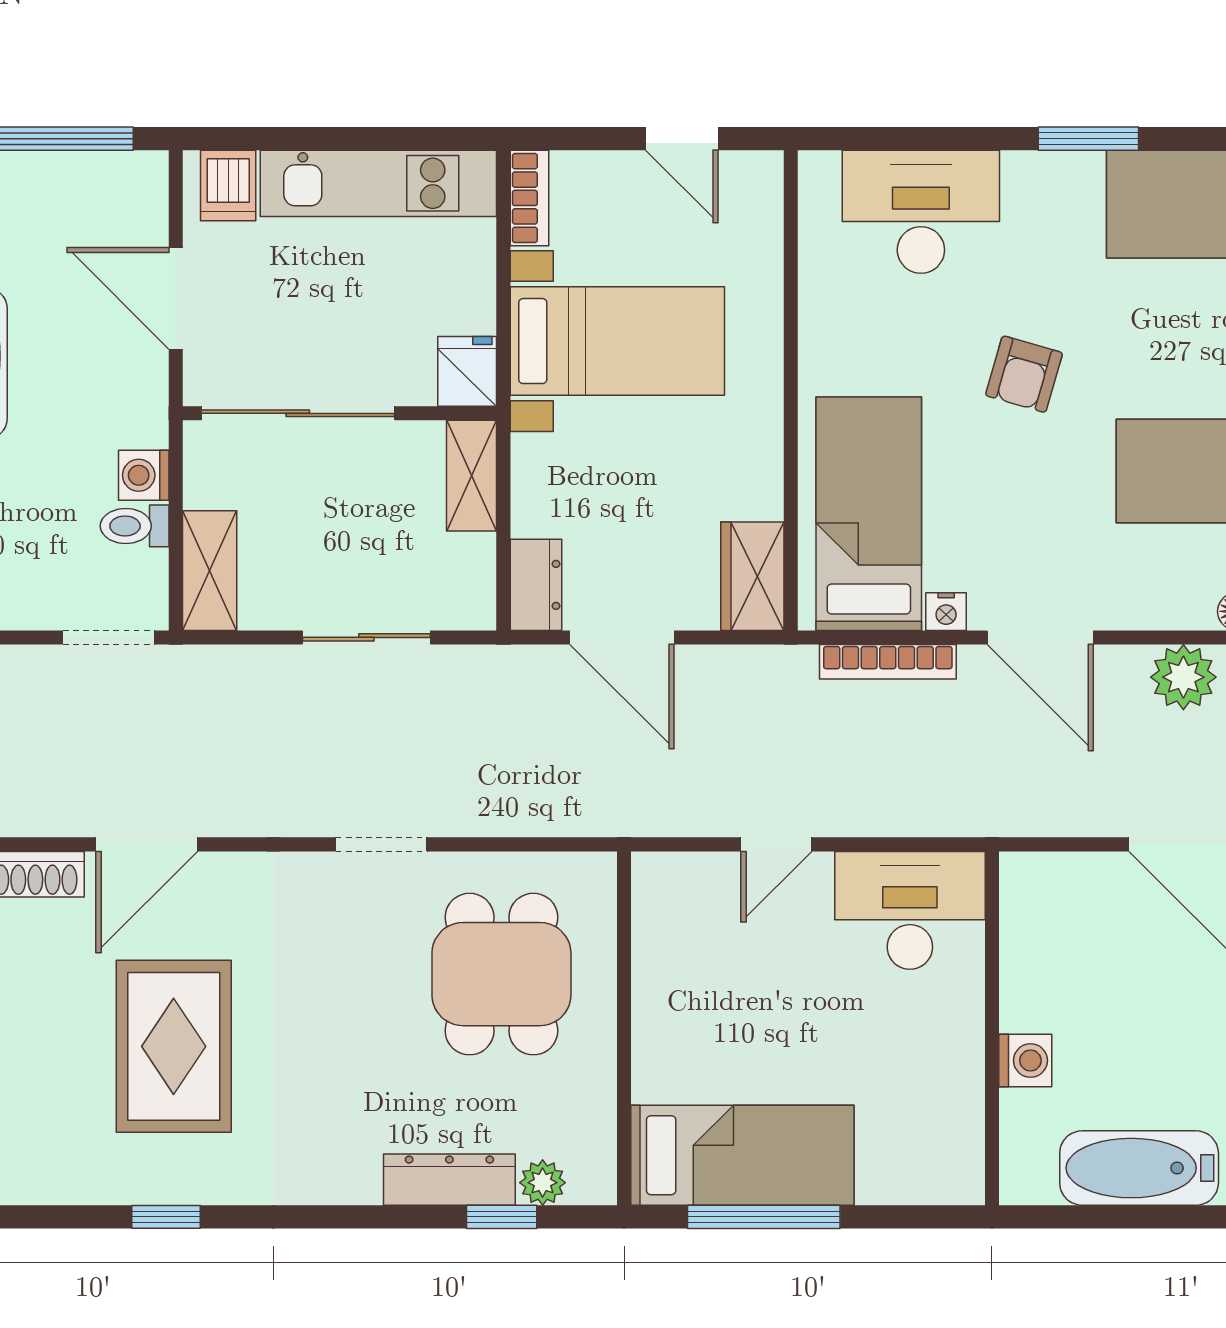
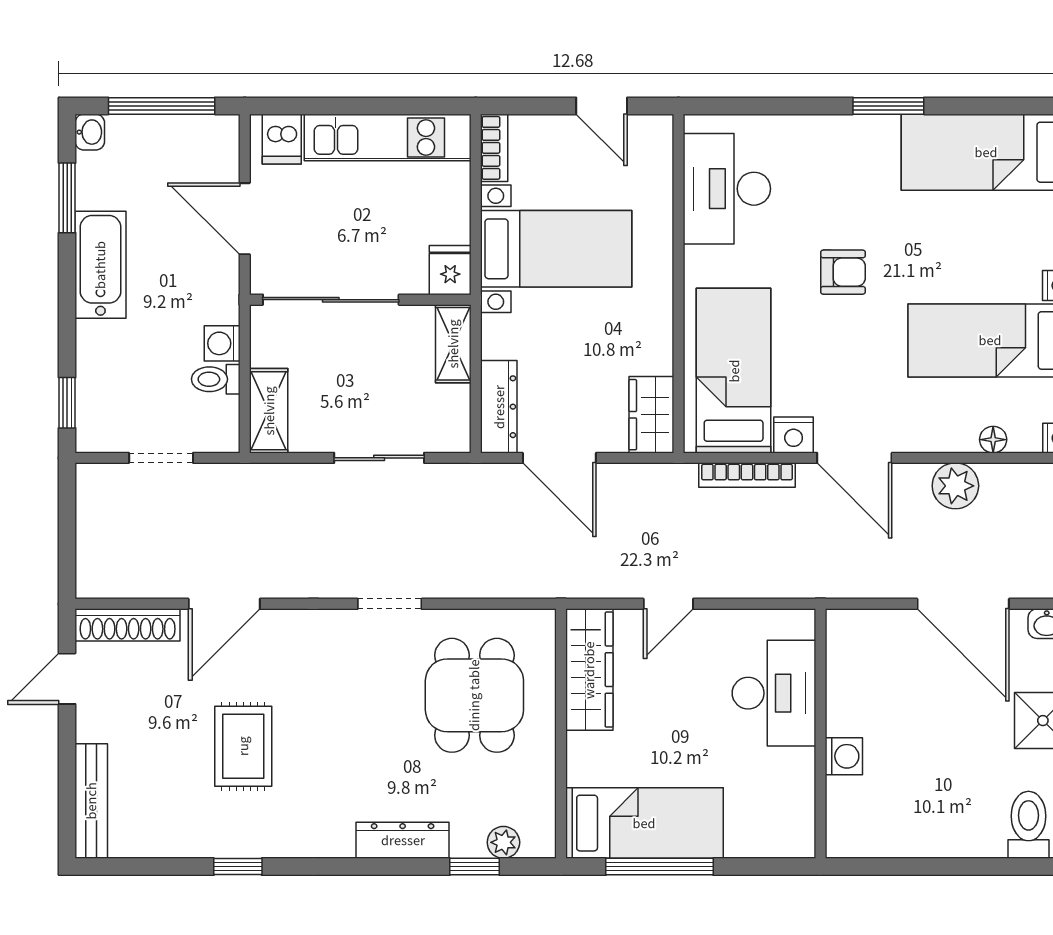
desk: (921, 212) -> (727, 189), moved, turned -90
armchair: (1024, 374) -> (843, 272), turned -106
dresser: (536, 585) -> (499, 407), width x1.44
nightstand: (946, 612) -> (794, 435), width x1.39, depth x1.35
doorway: (109, 637) -> (161, 458), moved
desk: (910, 910) -> (774, 693), moved, turned 90
wardrobe: (664, 938) -> (589, 670), added
rug: (174, 1046) -> (243, 746), width x0.73, depth x0.70
bathtub: (1139, 1168) -> (924, 832), removed
dresser: (449, 1180) -> (403, 840), moved

